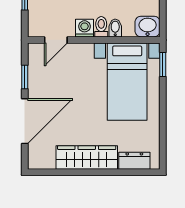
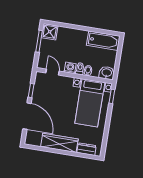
door: (56, 40) -> (53, 72), swing flipped
door: (25, 121) -> (27, 116), hinge flipped

